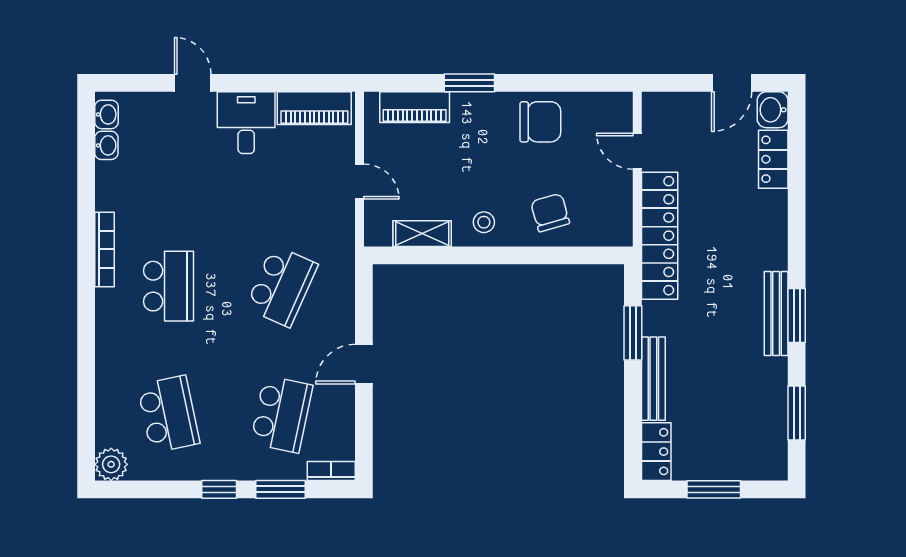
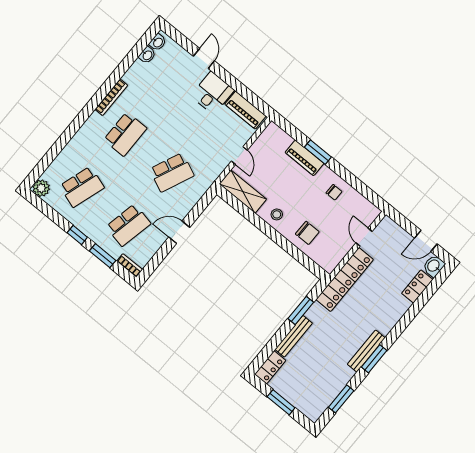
piano: (415, 107) -> (304, 158), moved
chair: (540, 122) -> (334, 192), width x0.54, depth x0.54
chair: (550, 213) -> (307, 233), turned 106
shelving: (422, 234) -> (243, 192), width x1.50, depth x1.33
school desk: (168, 414) -> (82, 187), turned 30

